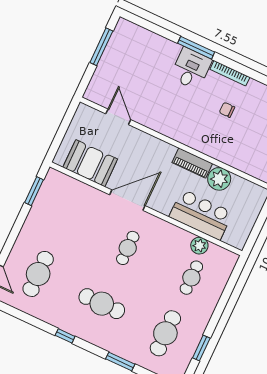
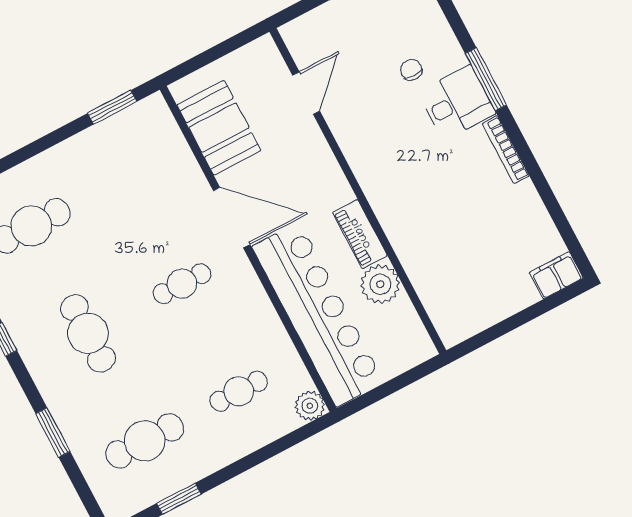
chair: (227, 110) -> (411, 70), moved
bar counter: (201, 215) -> (318, 314), width x1.86
plant: (199, 246) -> (310, 406), moved

